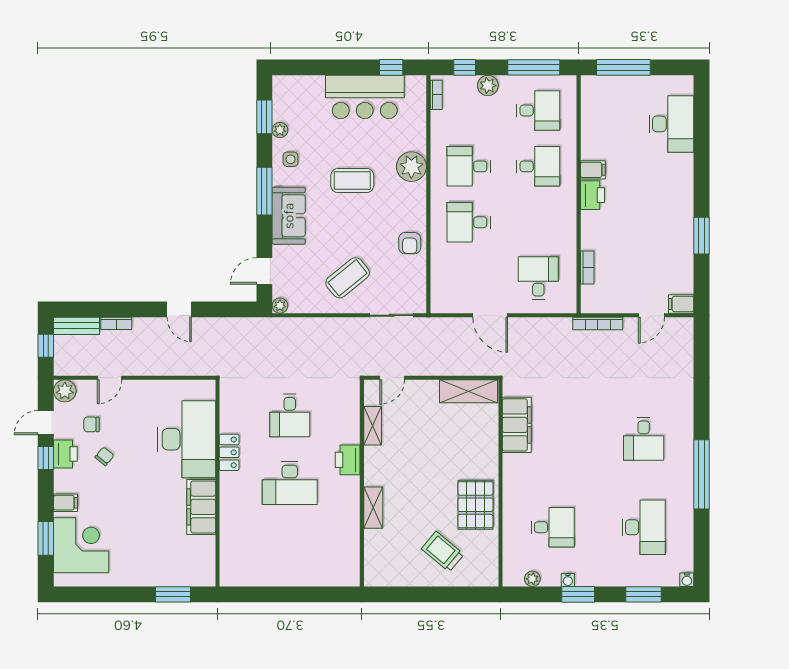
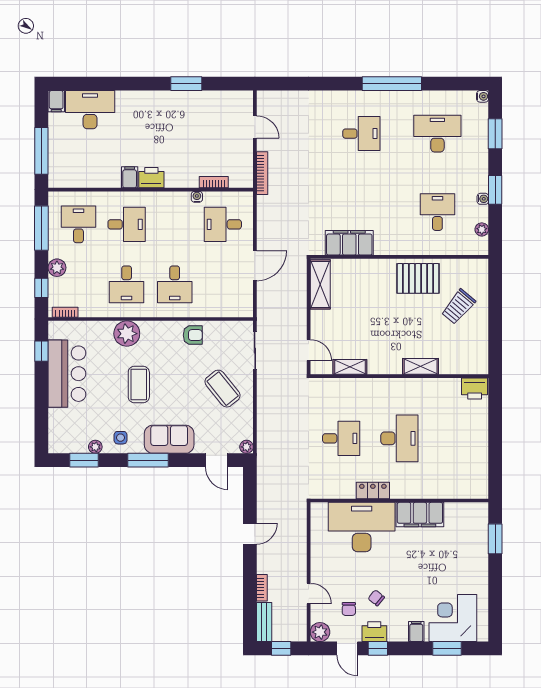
desk: (538, 166) -> (127, 224), turned 90
water cooler: (570, 248) -> (197, 197), added
filing cabinet: (681, 304) -> (56, 101), moved
printer: (348, 460) -> (475, 389), moved

